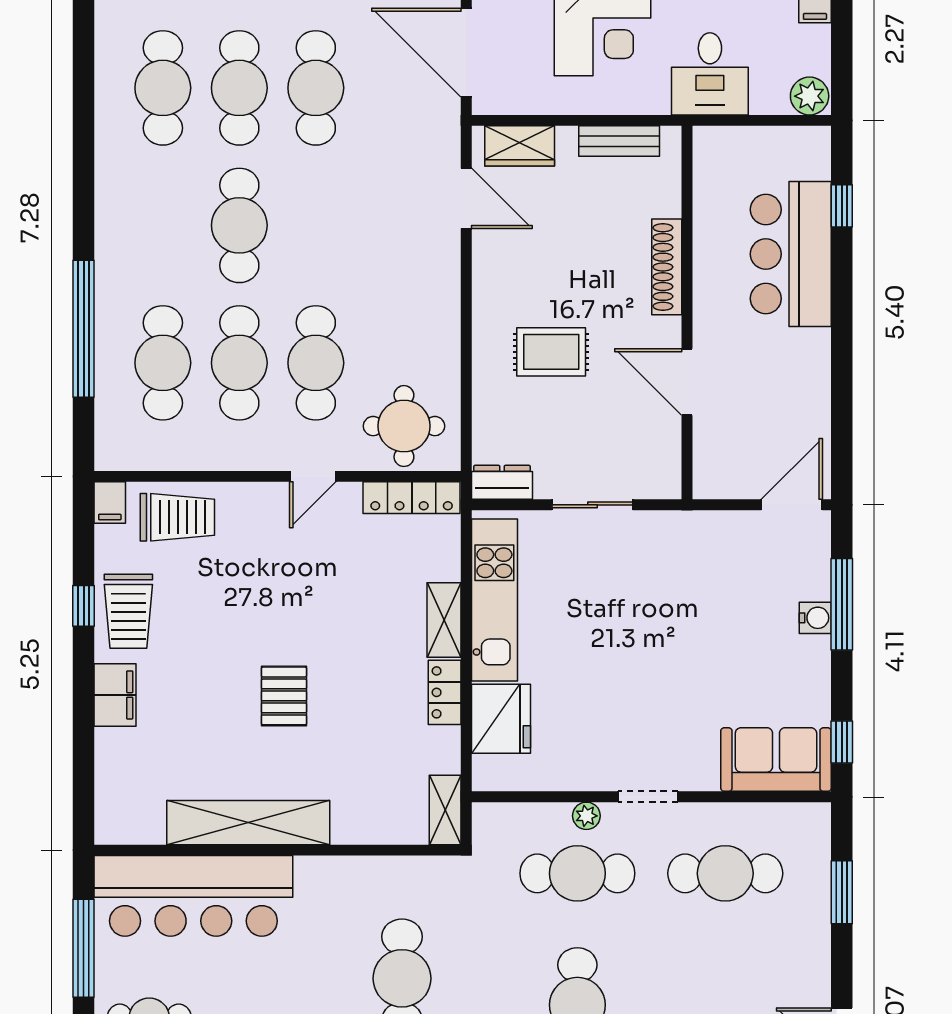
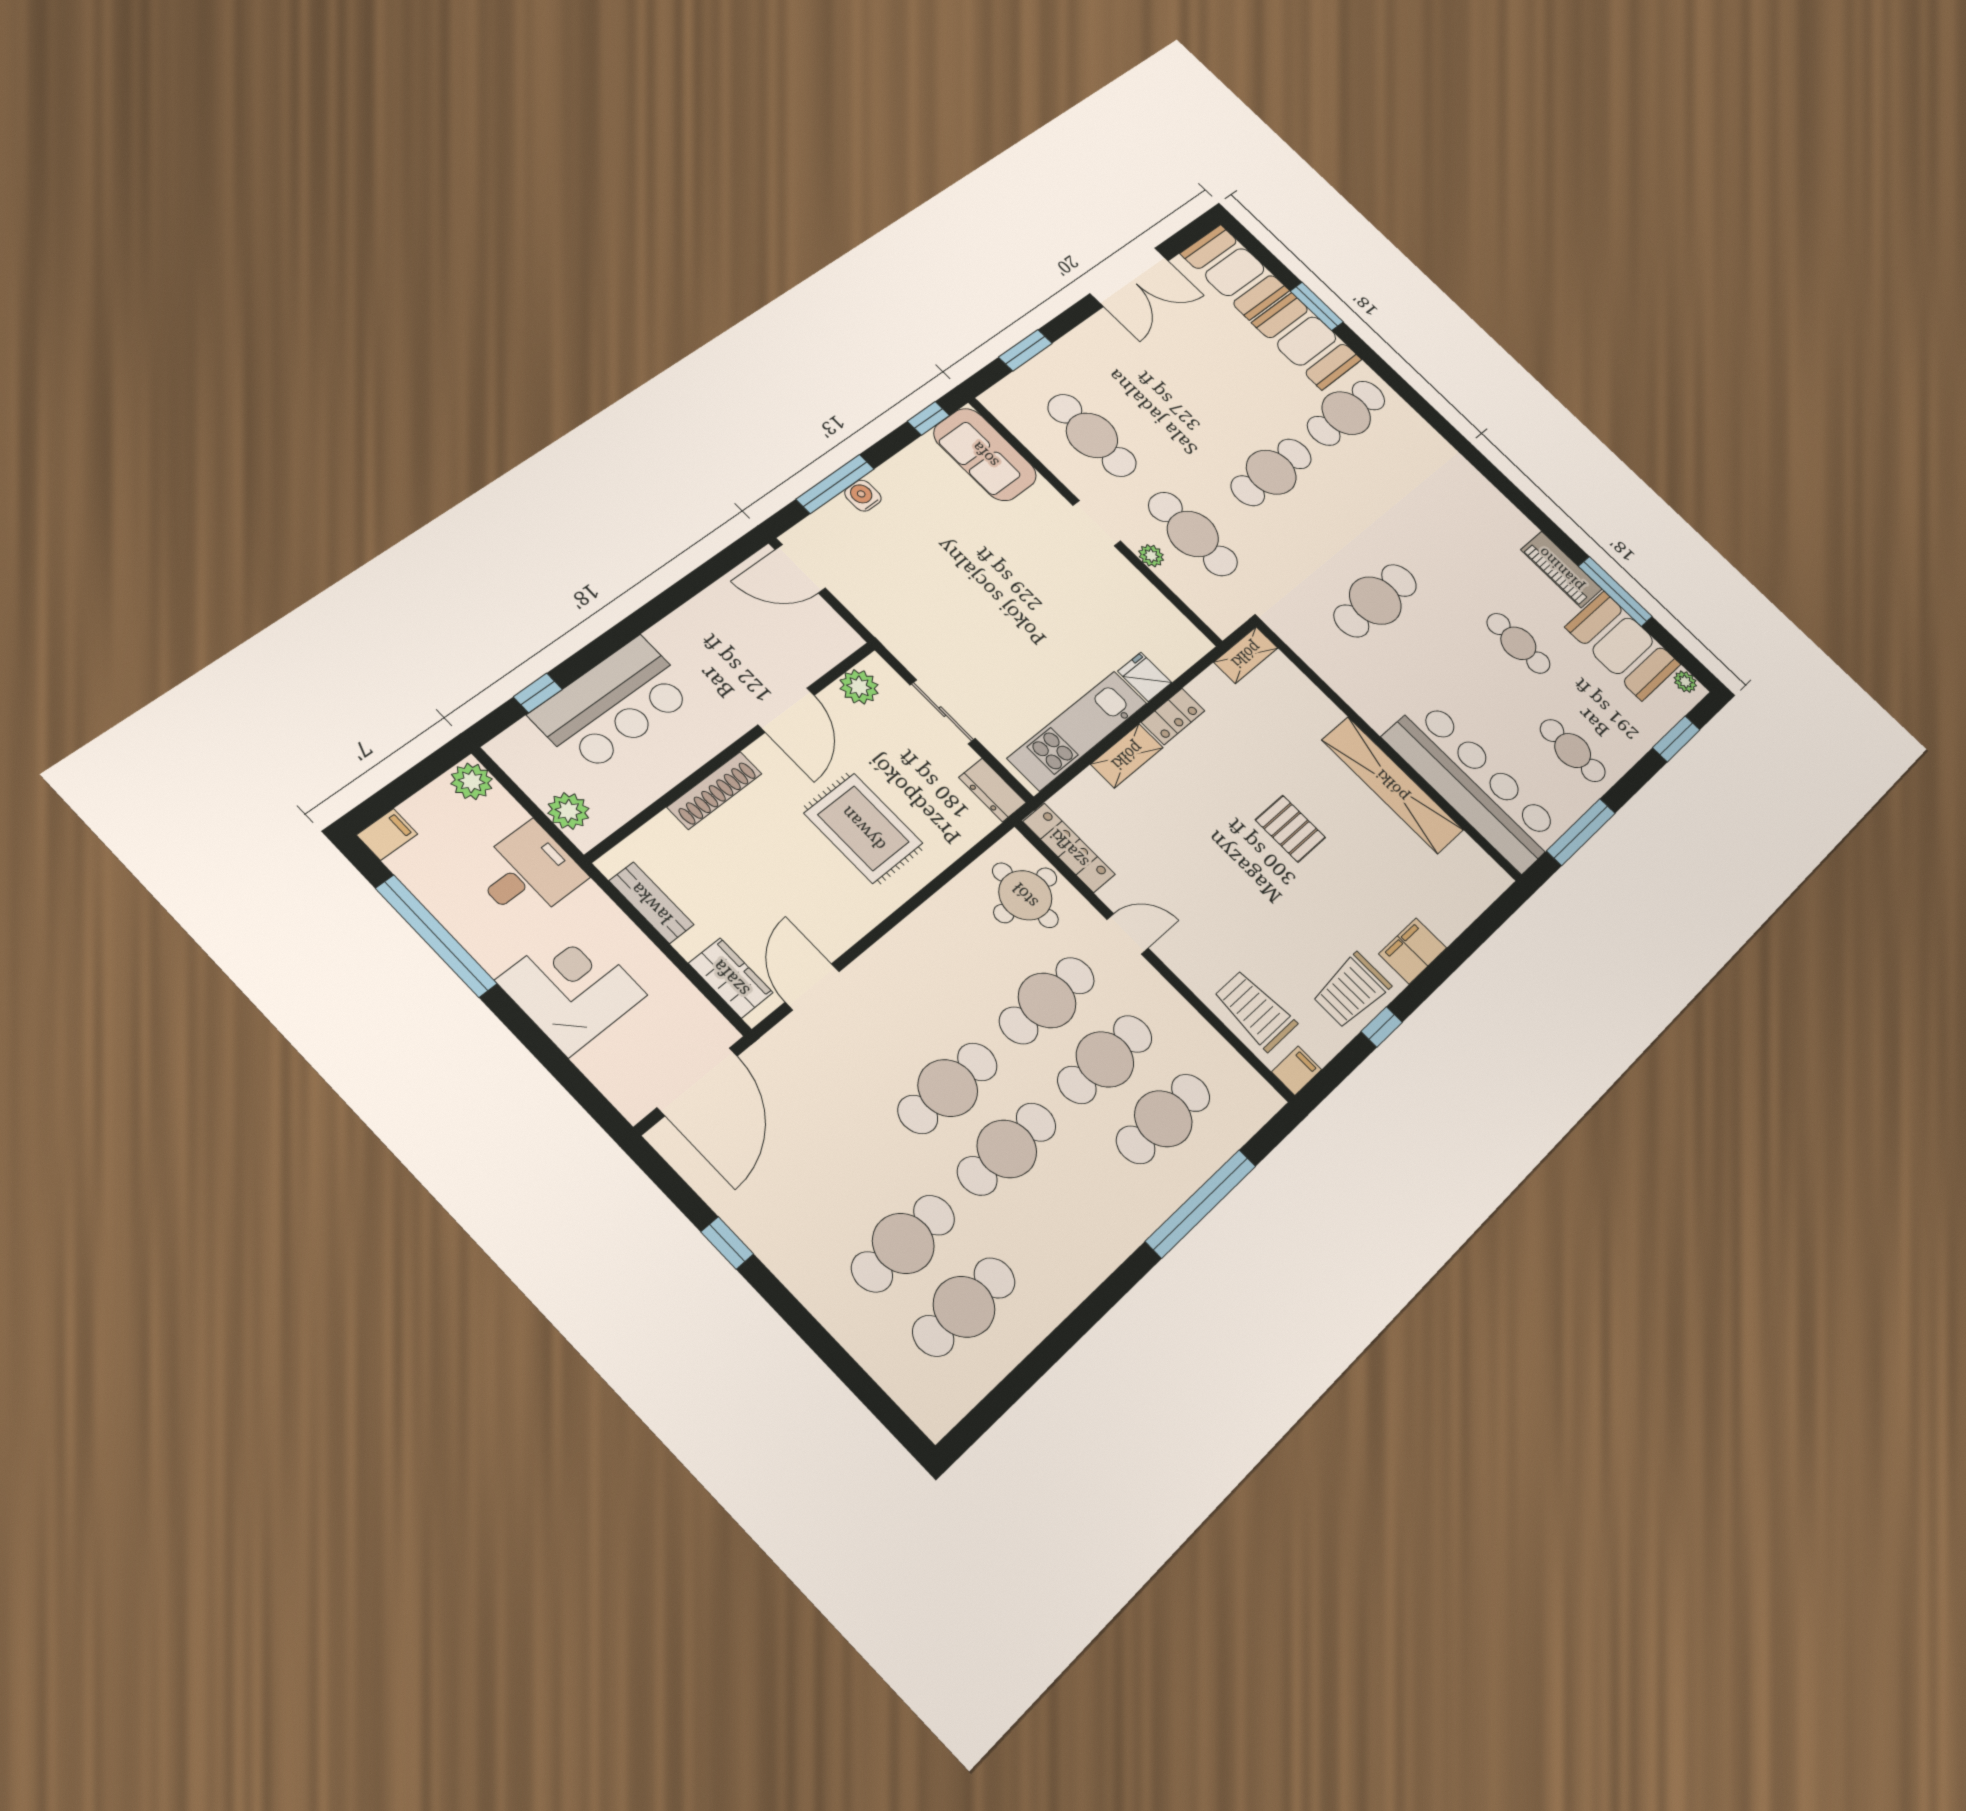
cafe table: (316, 88) -> (948, 1088), moved
plant: (734, 145) -> (568, 811), added
rug: (551, 352) -> (863, 828), width x1.36, depth x1.43
plant: (662, 458) -> (859, 687), added
trolley: (128, 611) -> (1352, 990), turned 180
pallet: (284, 696) -> (1290, 829), turned 90
fridge: (501, 719) -> (1145, 677), width x0.53, depth x0.75

